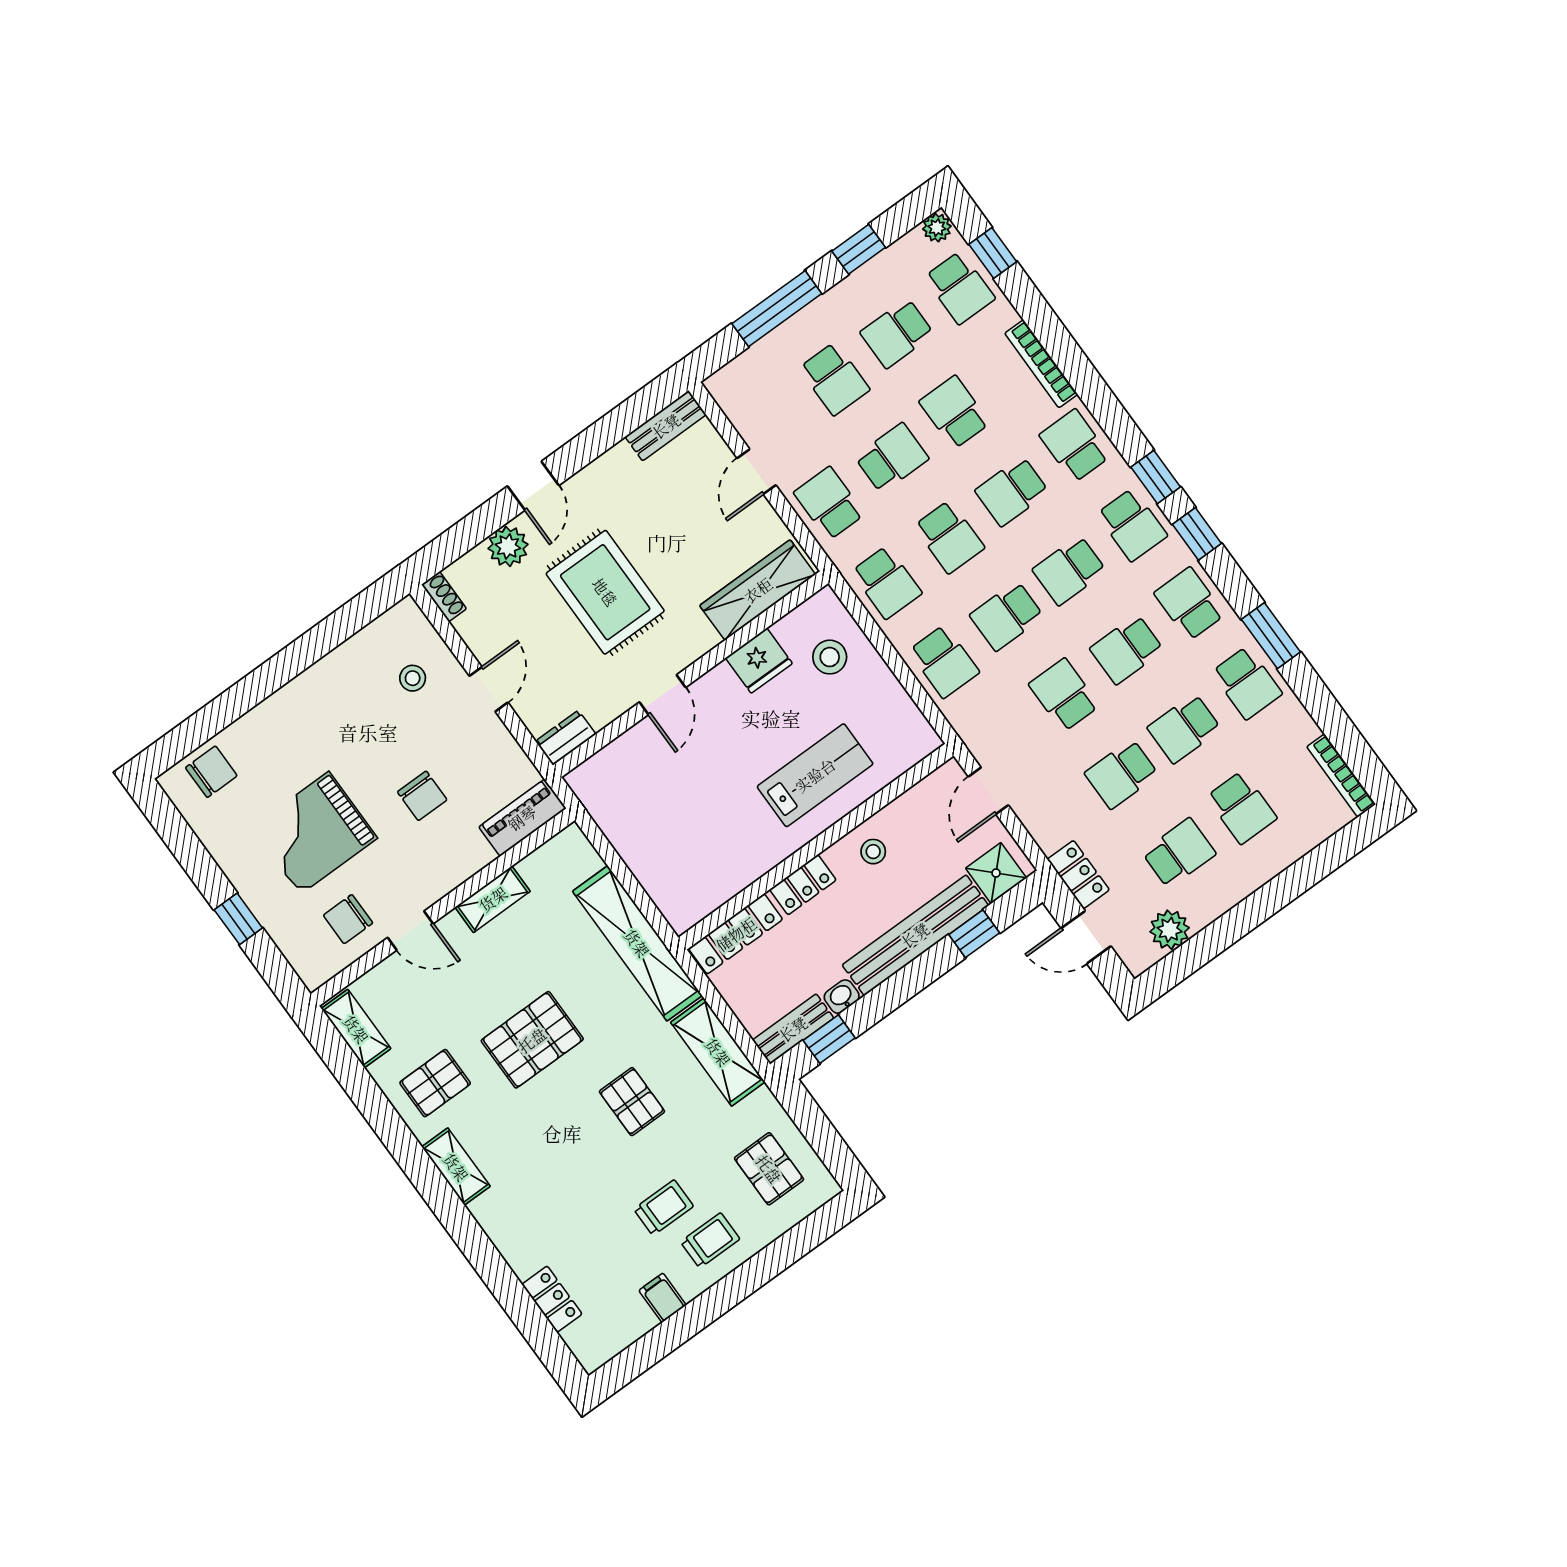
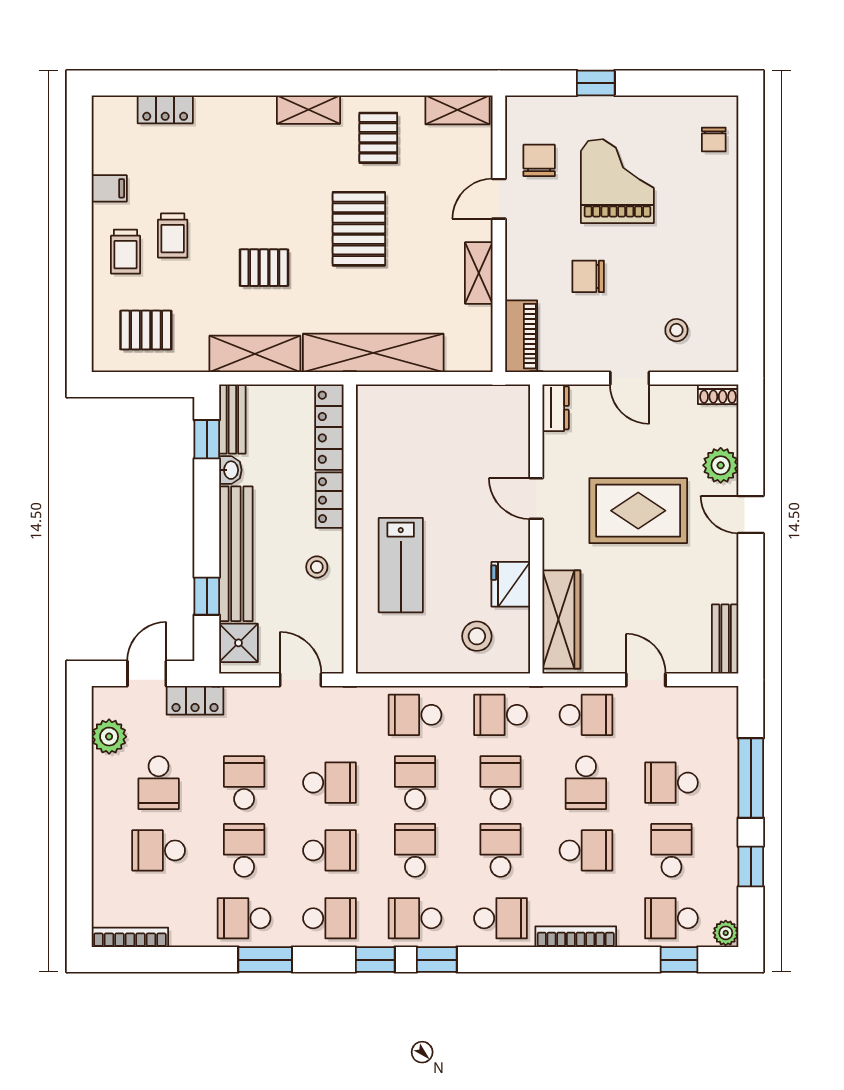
school desk: (949, 537) -> (500, 783), turned 90
school desk: (1127, 649) -> (330, 850), turned 90
chair: (211, 772) -> (714, 139), width x0.73, depth x0.73

